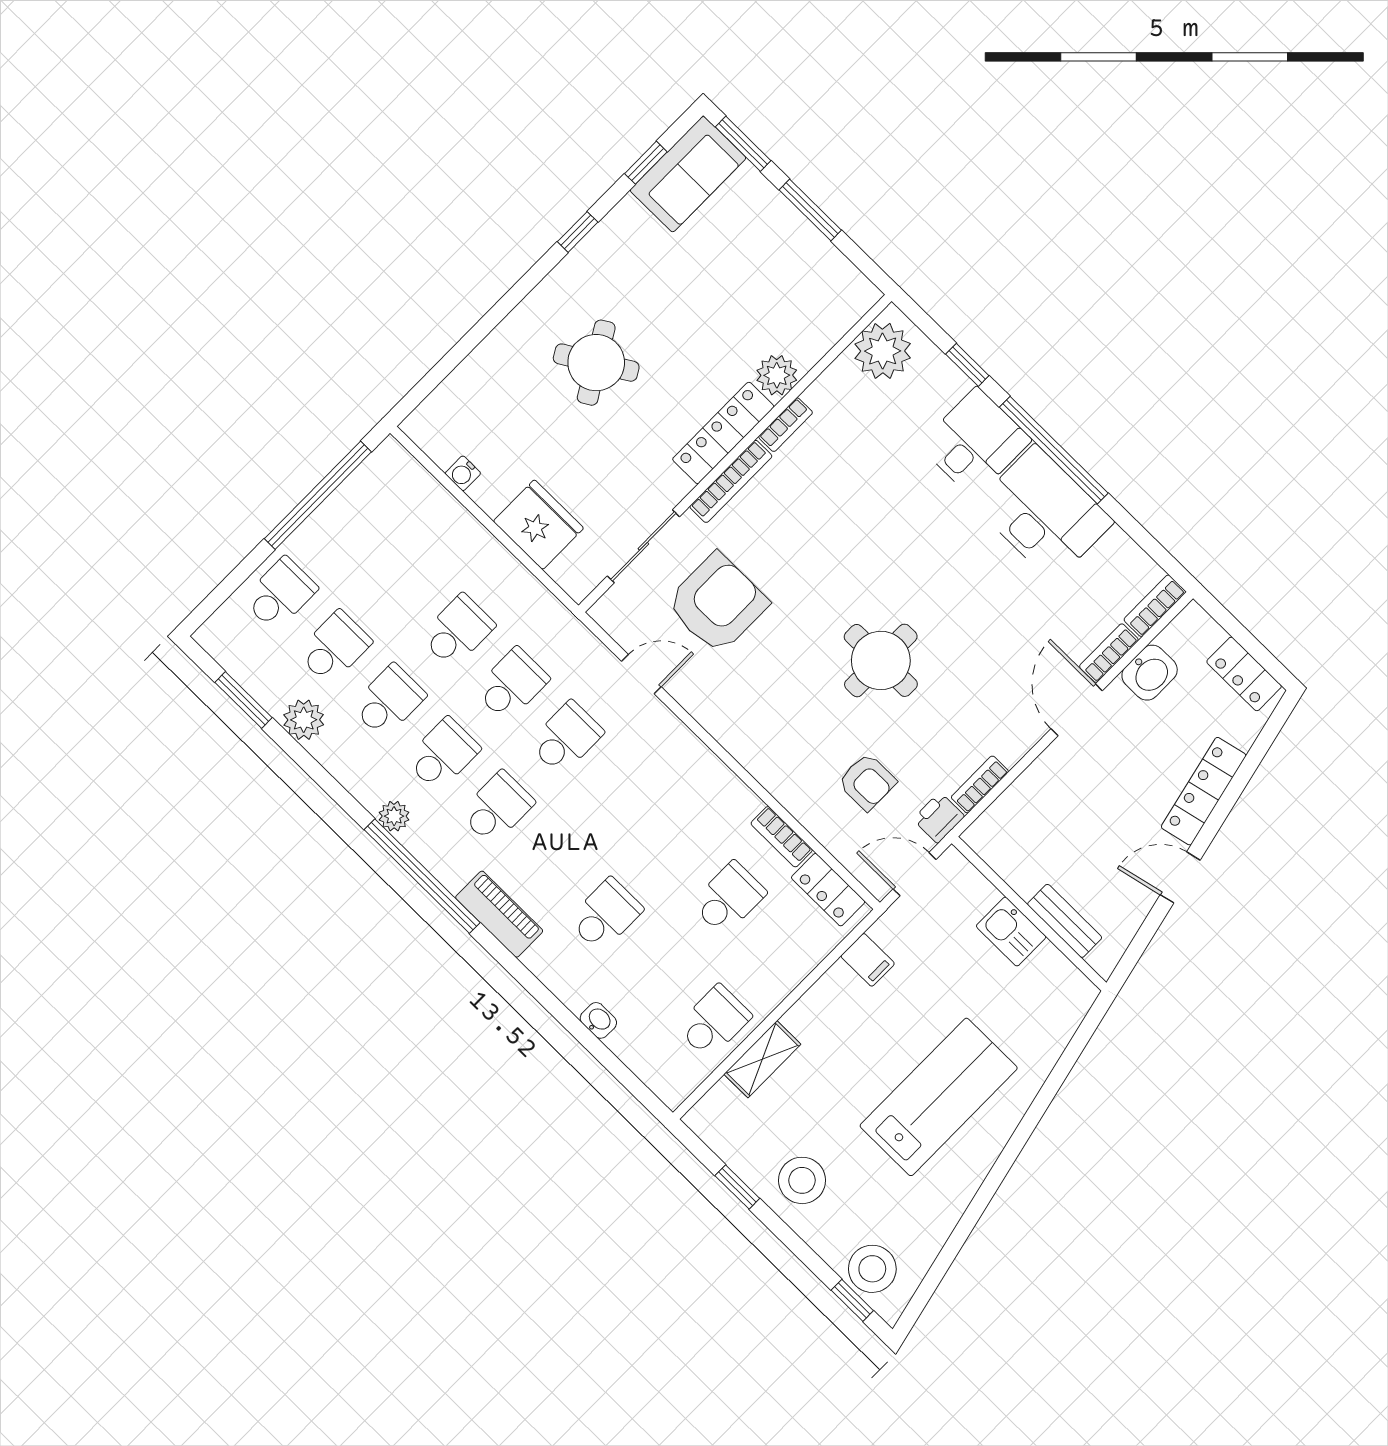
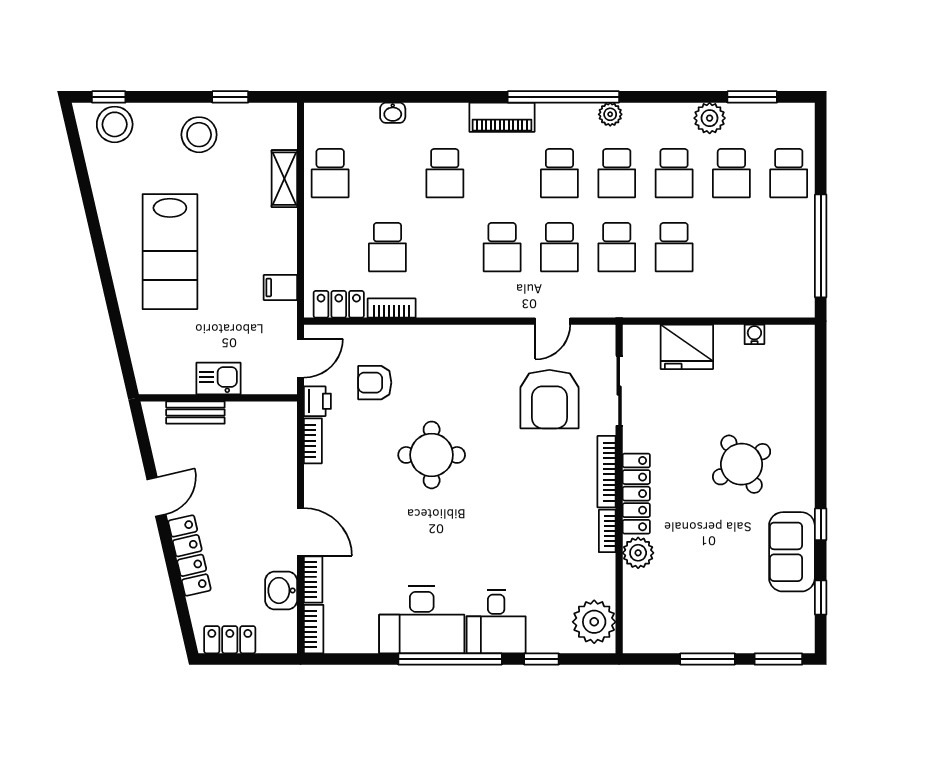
sofa: (688, 174) -> (792, 552), moved
school desk: (620, 791) -> (502, 247), added

